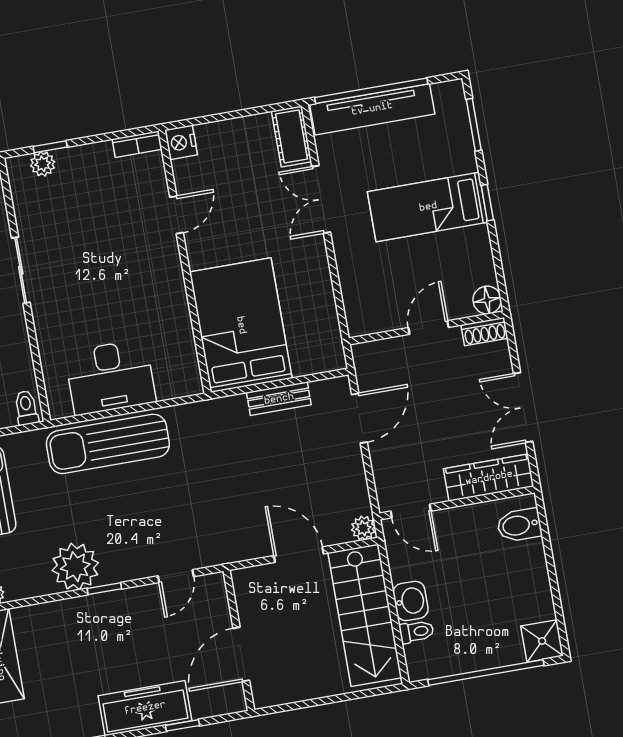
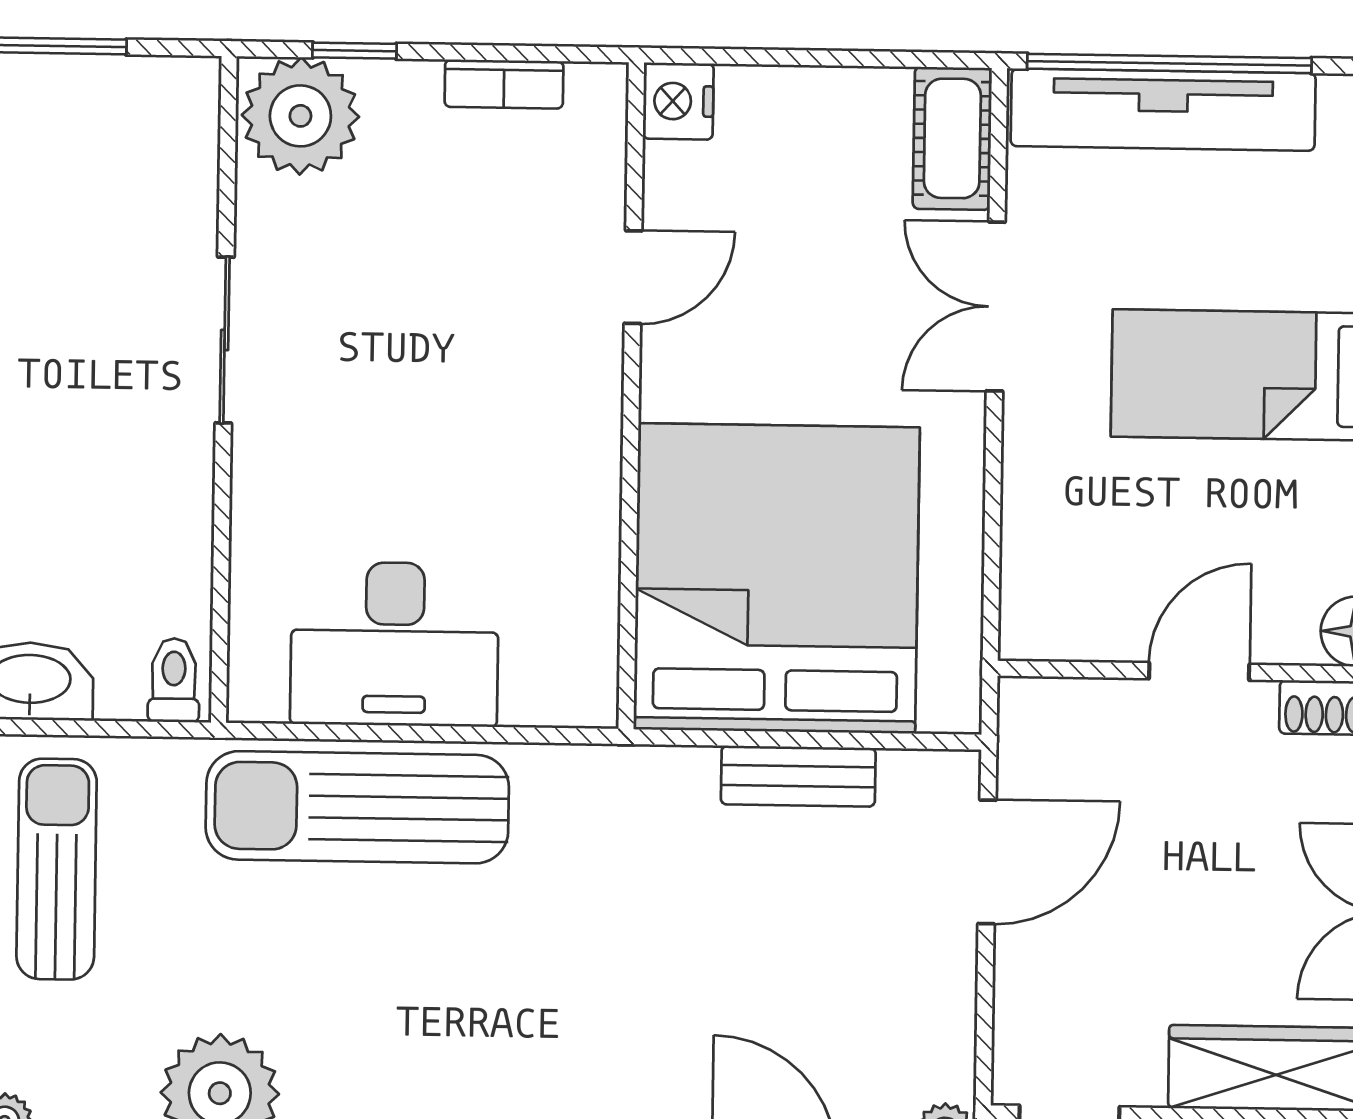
bookcase: (137, 144) -> (504, 84), moved
plant: (43, 164) -> (300, 116), width x1.88, depth x1.88
bed: (241, 325) -> (777, 578), width x1.36

